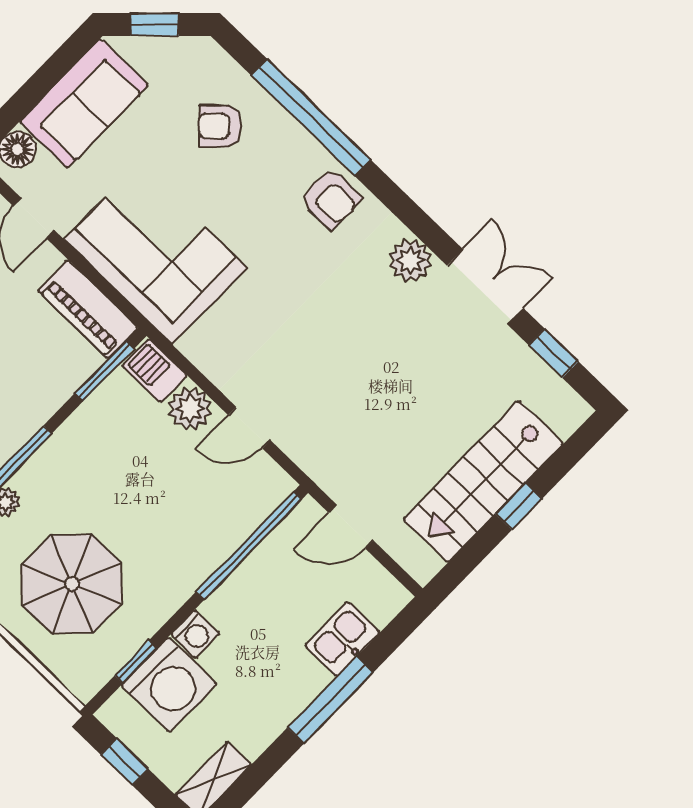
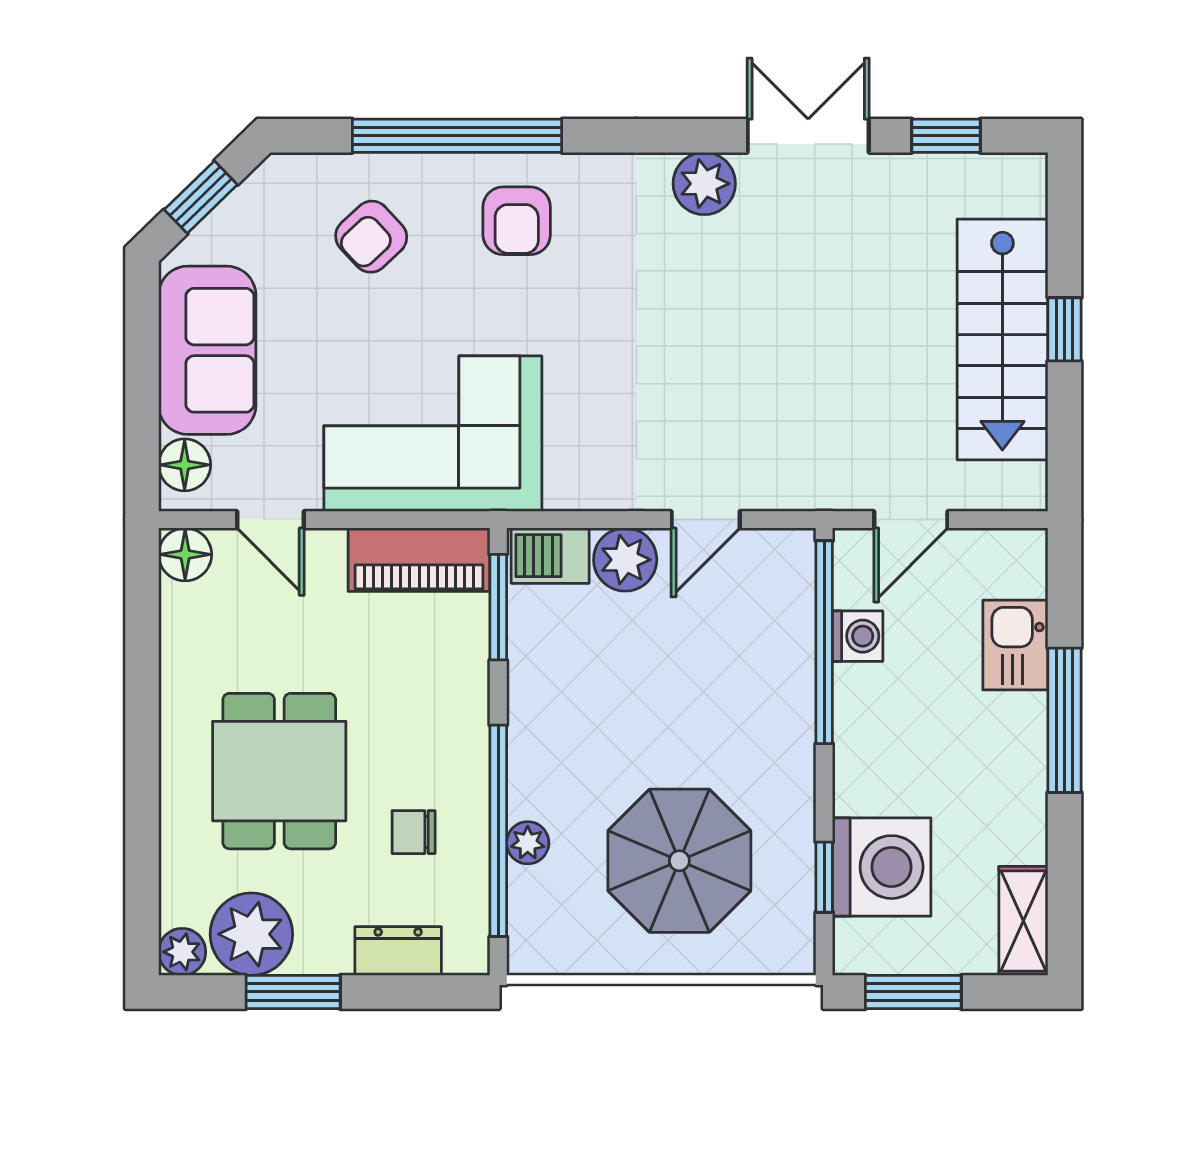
armchair: (331, 199) -> (517, 221), moved, turned 90
washing machine: (195, 634) -> (858, 636), moved
window: (125, 762) -> (913, 992), width x1.50

